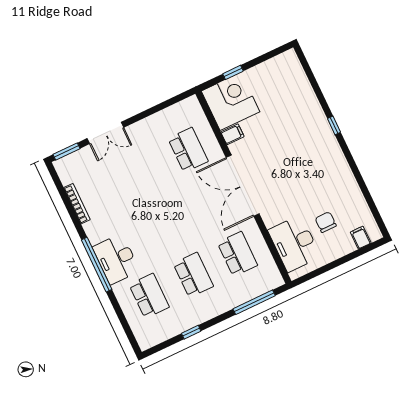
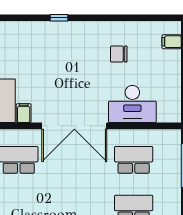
chair: (326, 222) -> (119, 54), moved
desk: (294, 244) -> (132, 104), moved

